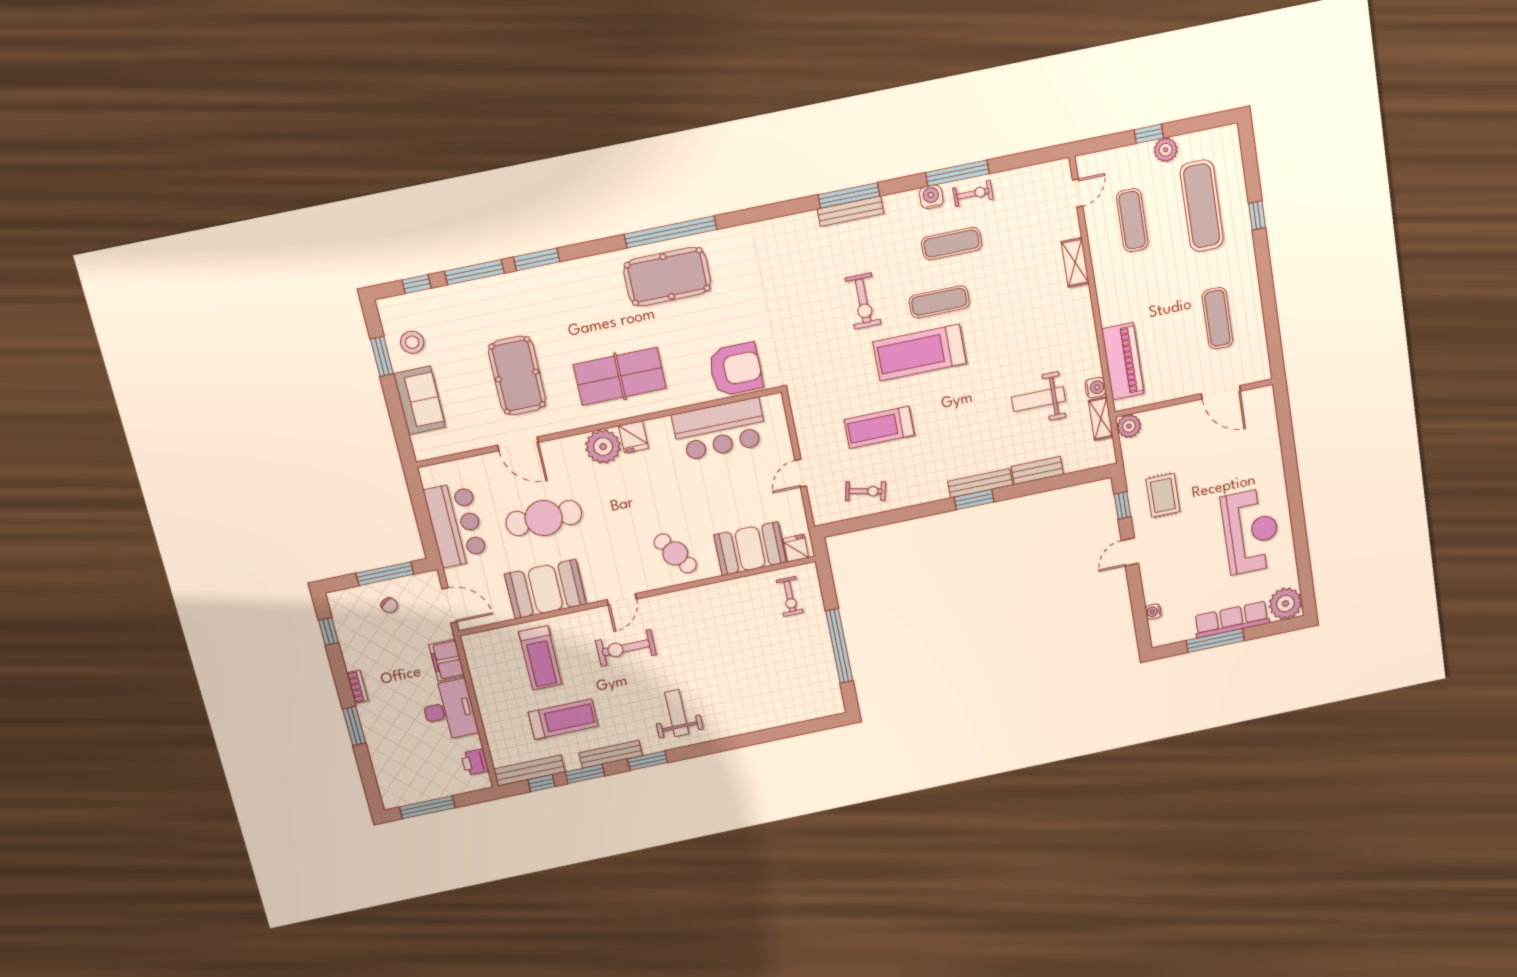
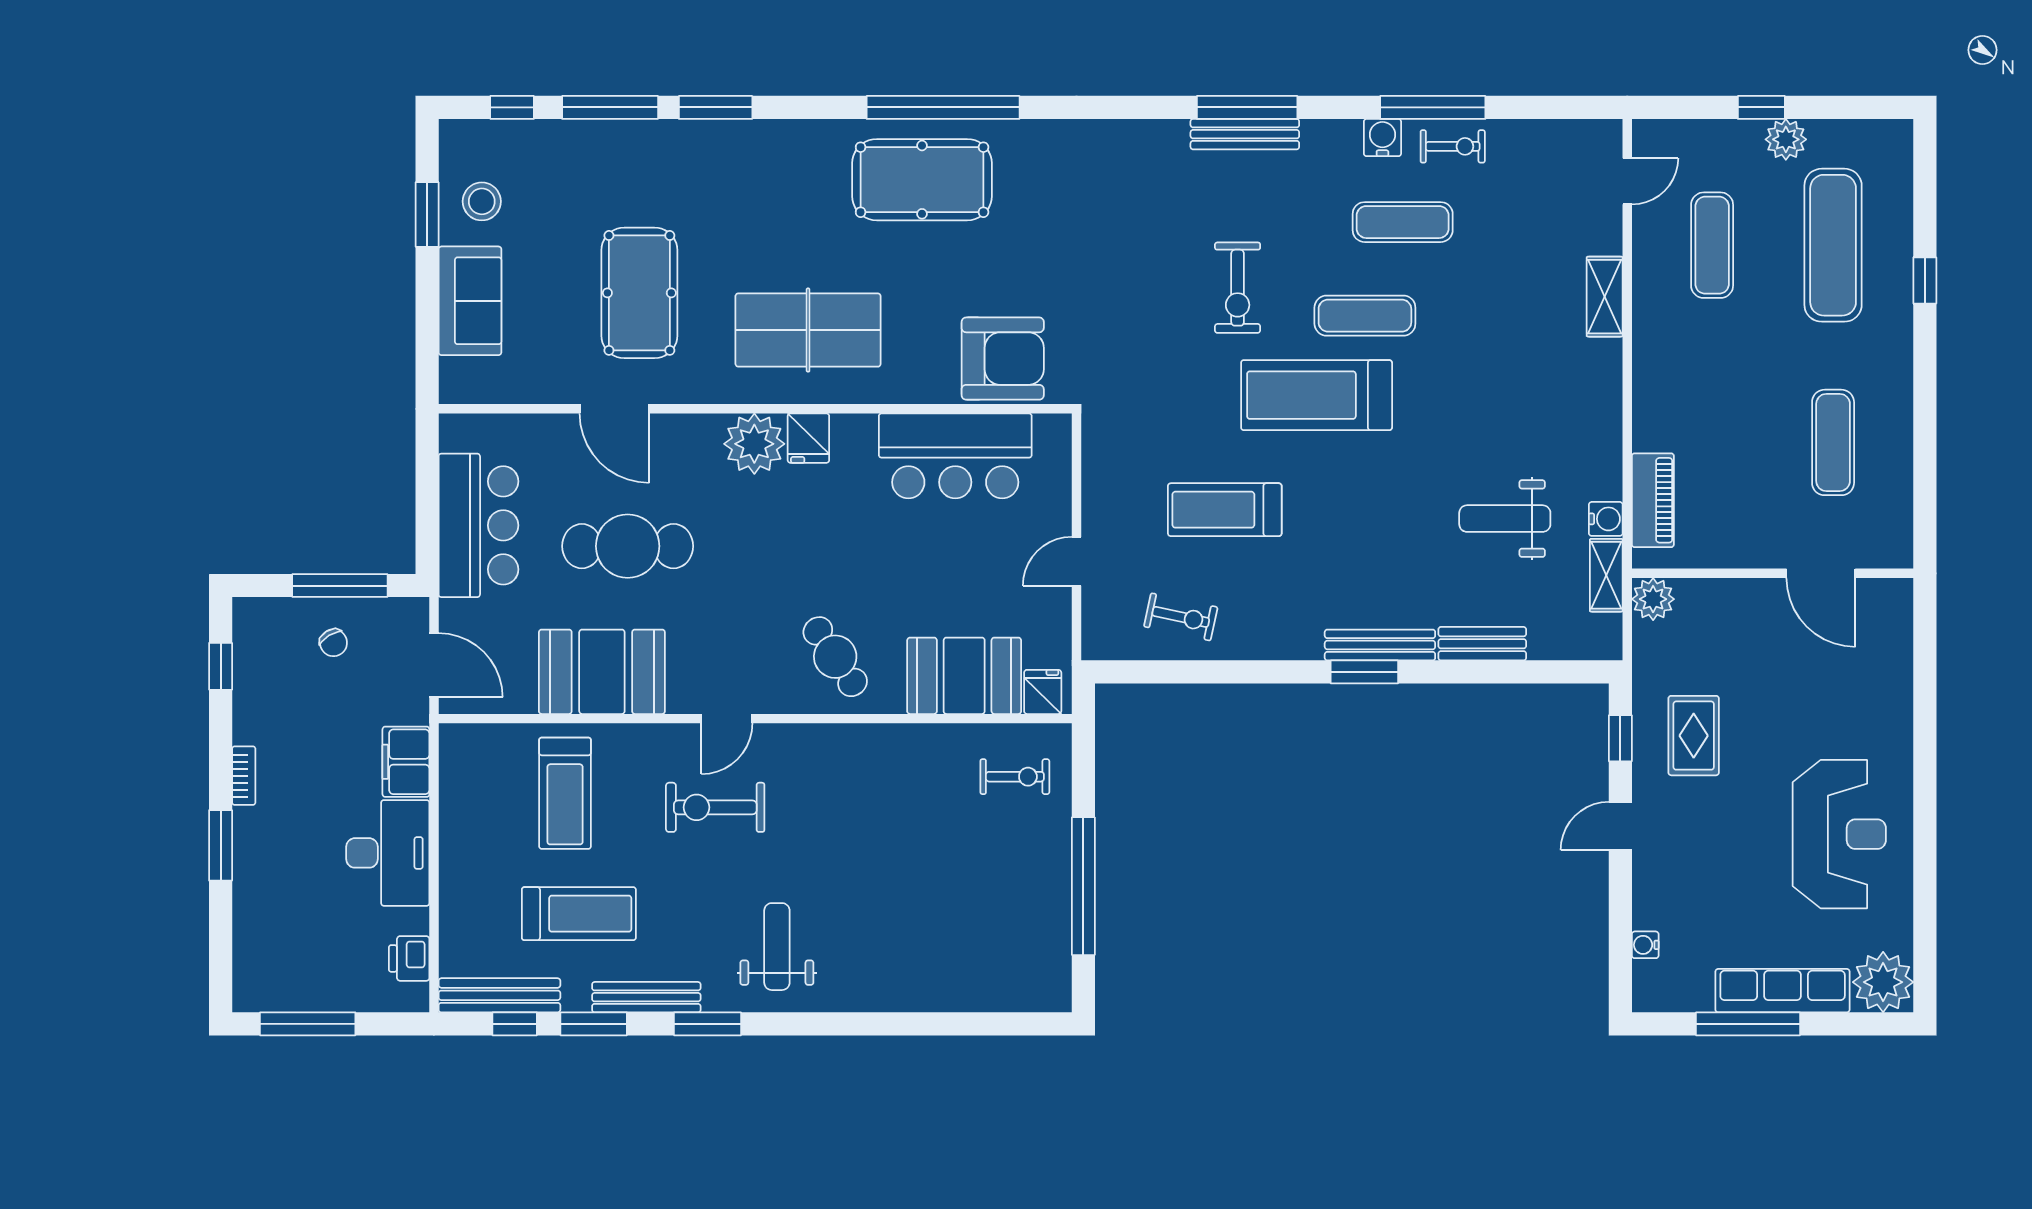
piano: (1123, 361) -> (1653, 500), width x0.73, depth x0.75
exercise bike: (790, 596) -> (1015, 777), turned -90

